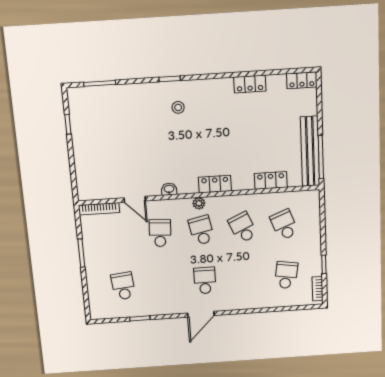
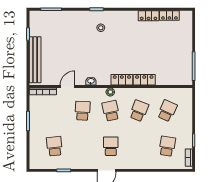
locker: (302, 80) -> (169, 15), moved
bench: (310, 151) -> (35, 60), moved
locker: (271, 180) -> (144, 80), moved
door: (135, 199) -> (67, 87), swing flipped
school desk: (284, 225) -> (167, 111), turned 45
school desk: (243, 228) -> (139, 111), turned 45

